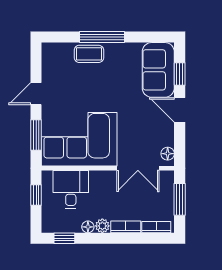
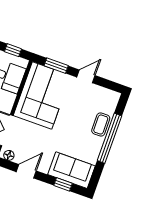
window: (102, 37) -> (110, 138), width x1.46
door: (36, 94) -> (86, 76), hinge flipped
door: (180, 110) -> (26, 171), moved

